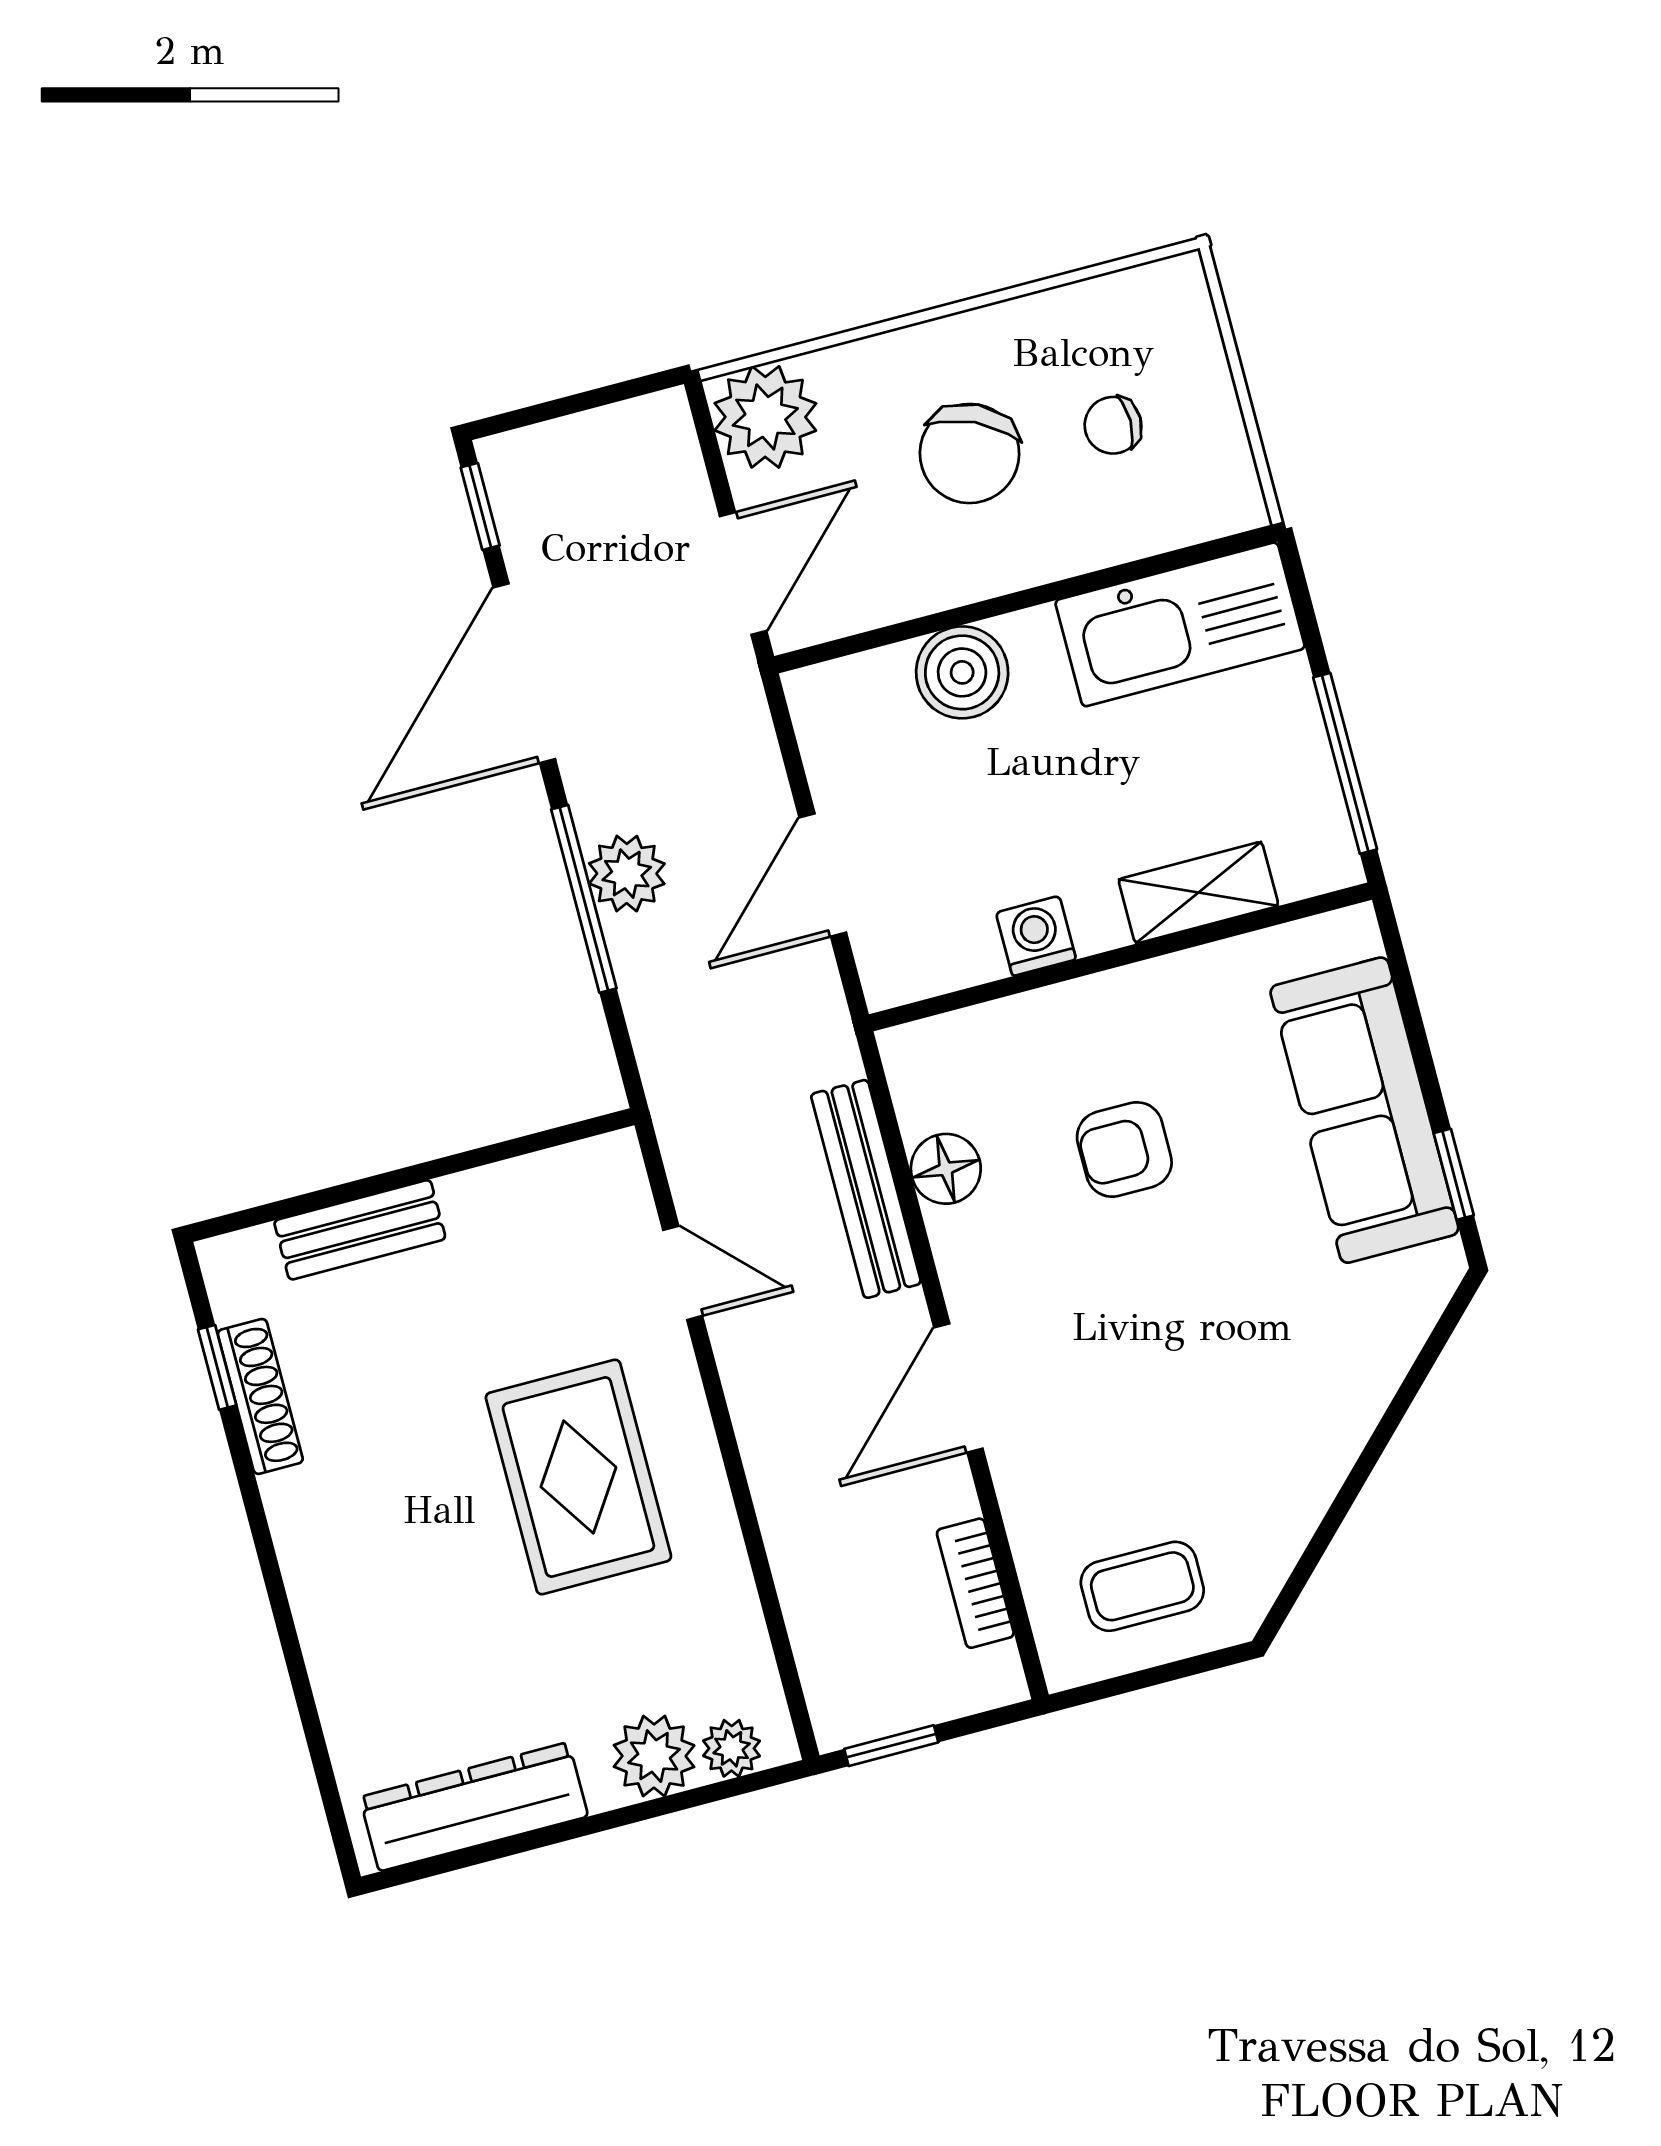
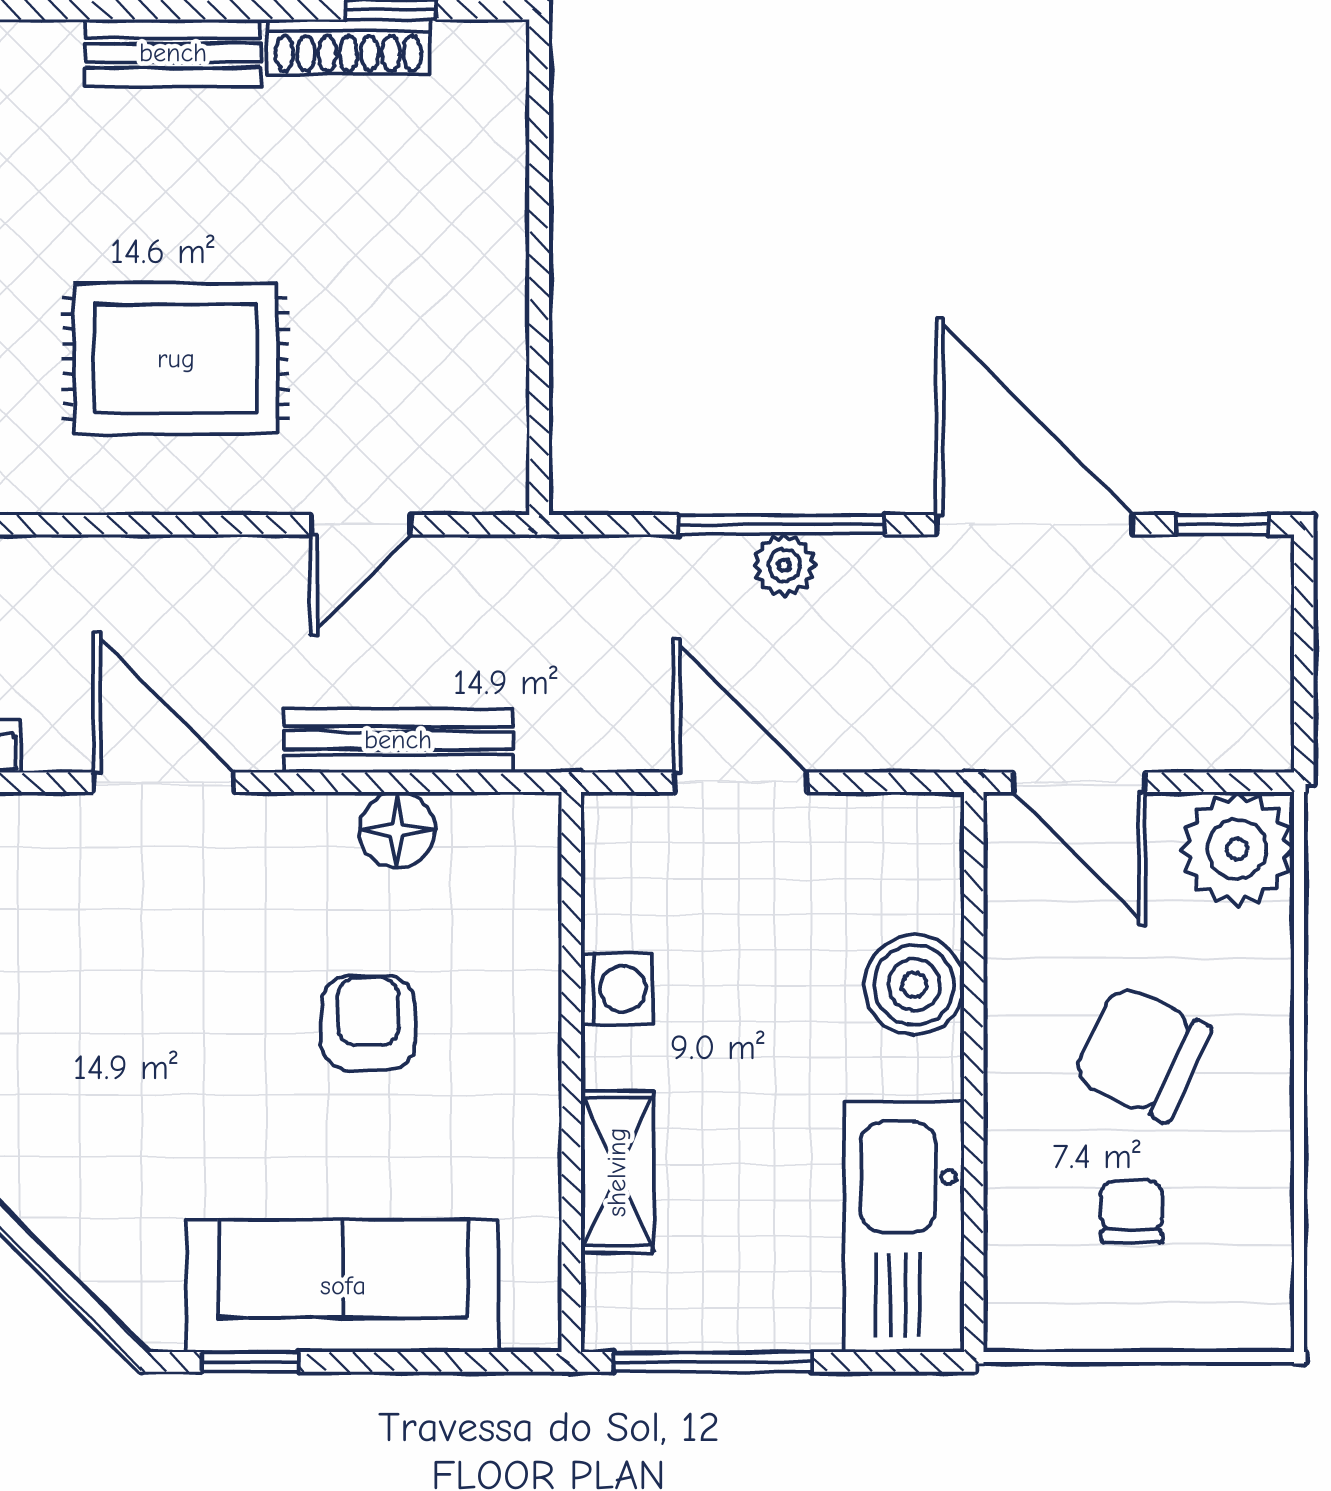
plant: (627, 874) -> (784, 565), width x0.73, depth x0.73
bench: (360, 1230) -> (173, 53), moved, turned 90

